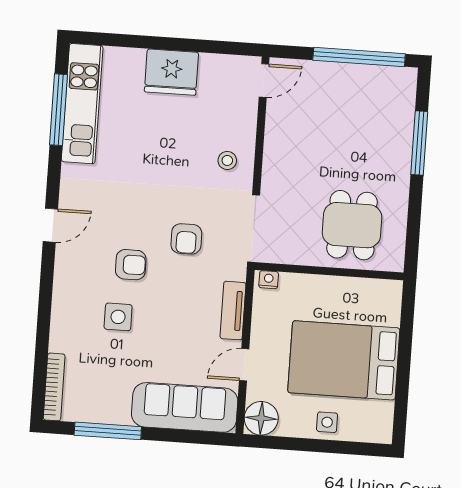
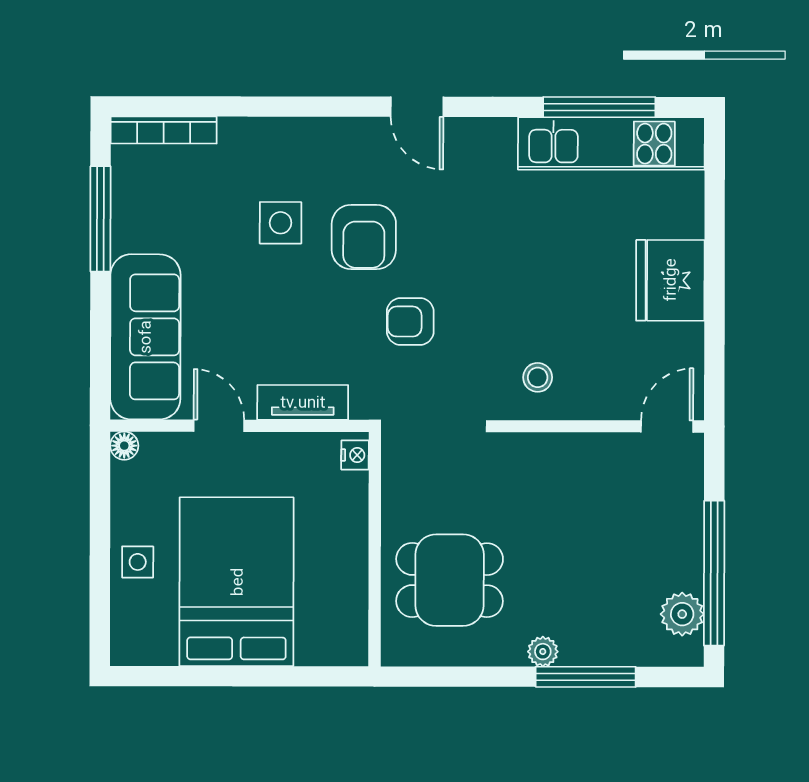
plant: (384, 79) -> (682, 614), added
door: (264, 80) -> (667, 426), swing flipped
plant: (401, 169) -> (543, 652), added
armchair: (131, 265) -> (364, 237), width x1.38, depth x1.38
floor lamp: (261, 418) -> (124, 446), width x0.53, depth x0.53

